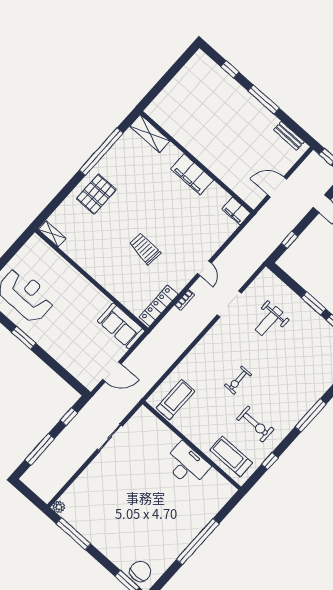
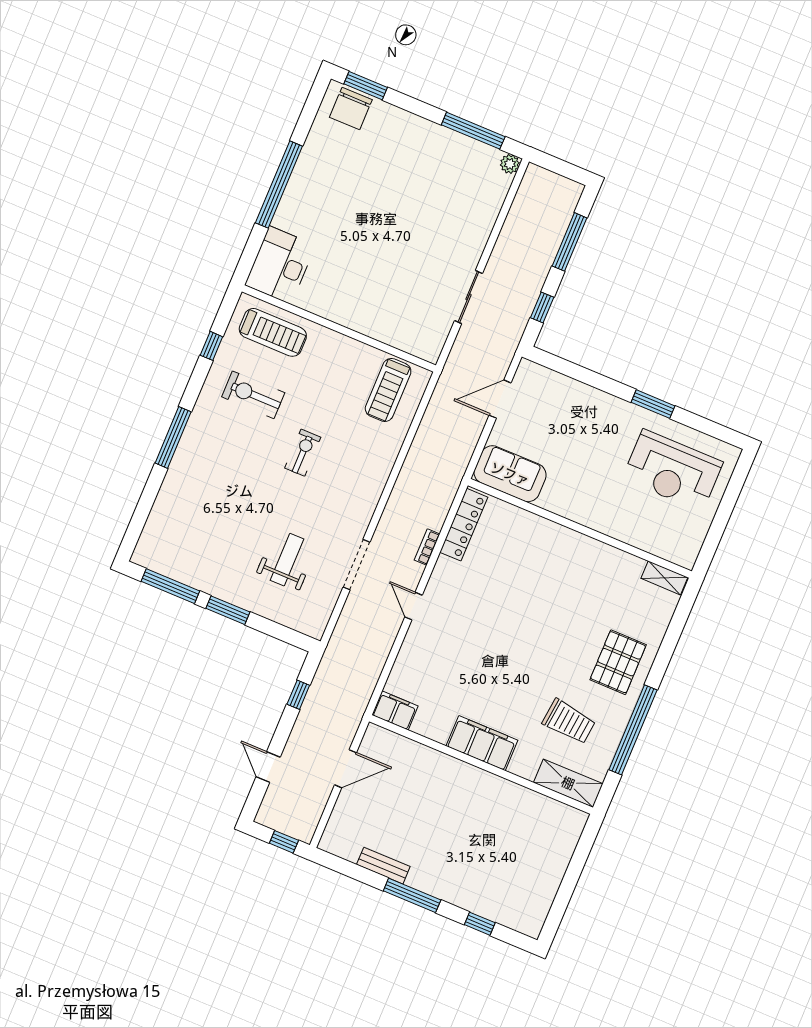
bench: (289, 136) -> (383, 866), moved
trolley: (145, 249) -> (569, 722), moved
desk: (187, 465) -> (280, 265), moved, turned 90

